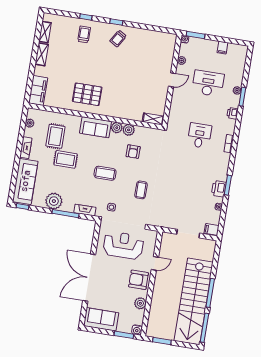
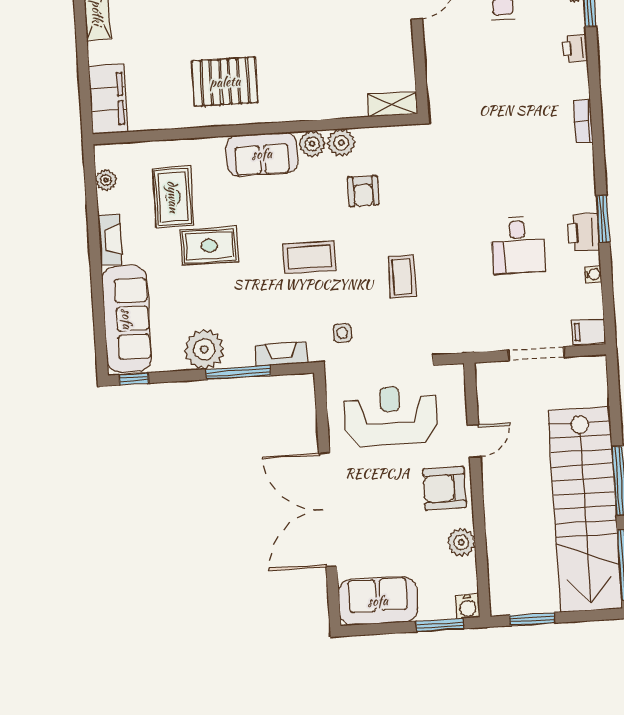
desk: (199, 136) -> (518, 245), moved, turned 180

